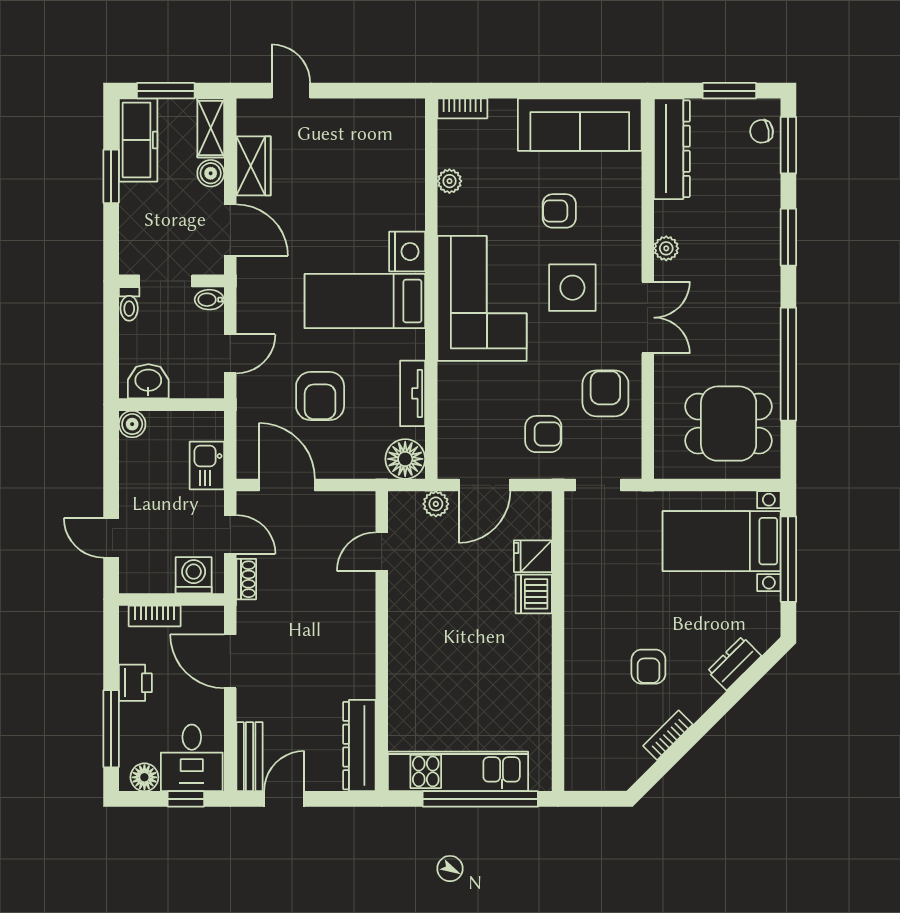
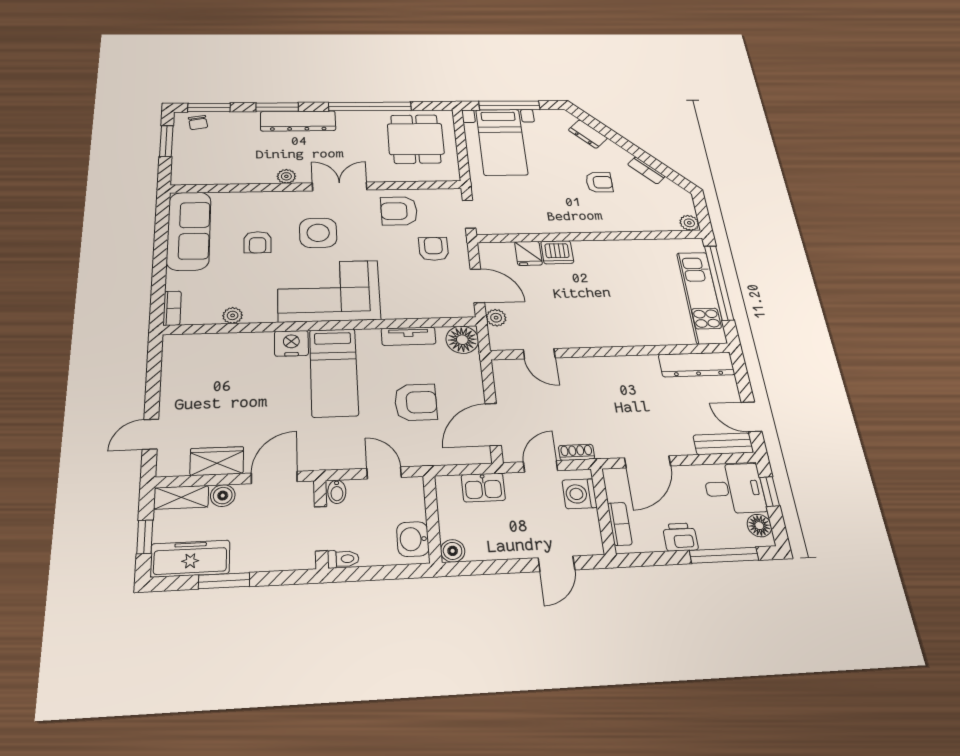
window: (166, 91) -> (145, 537), width x0.67
dresser: (672, 149) -> (298, 121), moved, turned 180
plant: (577, 778) -> (689, 223), added

